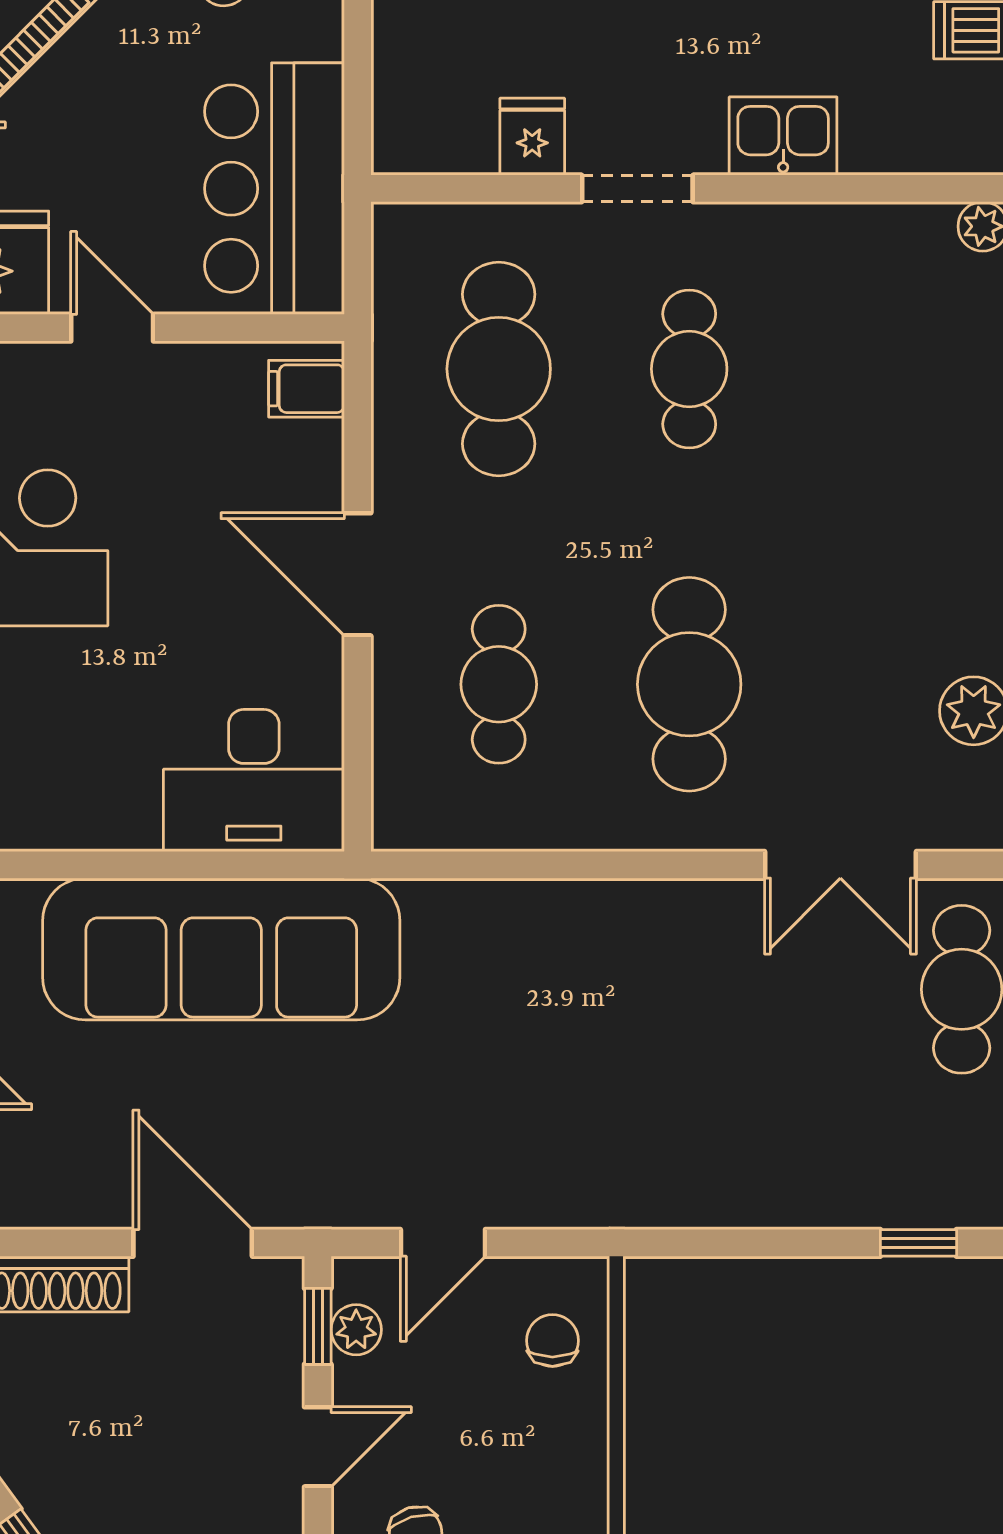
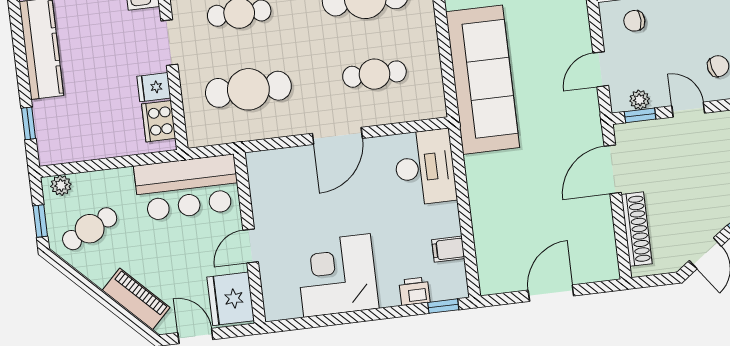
cooker: (447, 138) -> (159, 121), added
filing cabinet: (306, 389) -> (448, 249), moved, turned 90
sofa: (221, 949) -> (483, 80), moved
door: (443, 1243) -> (601, 69), swing flipped

